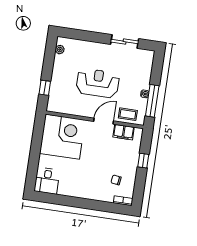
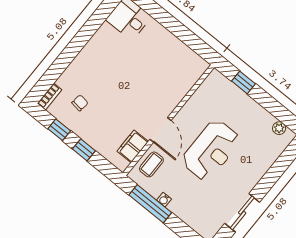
corner desk: (62, 137) -> (171, 69), removed
window: (140, 183) -> (59, 130), added

